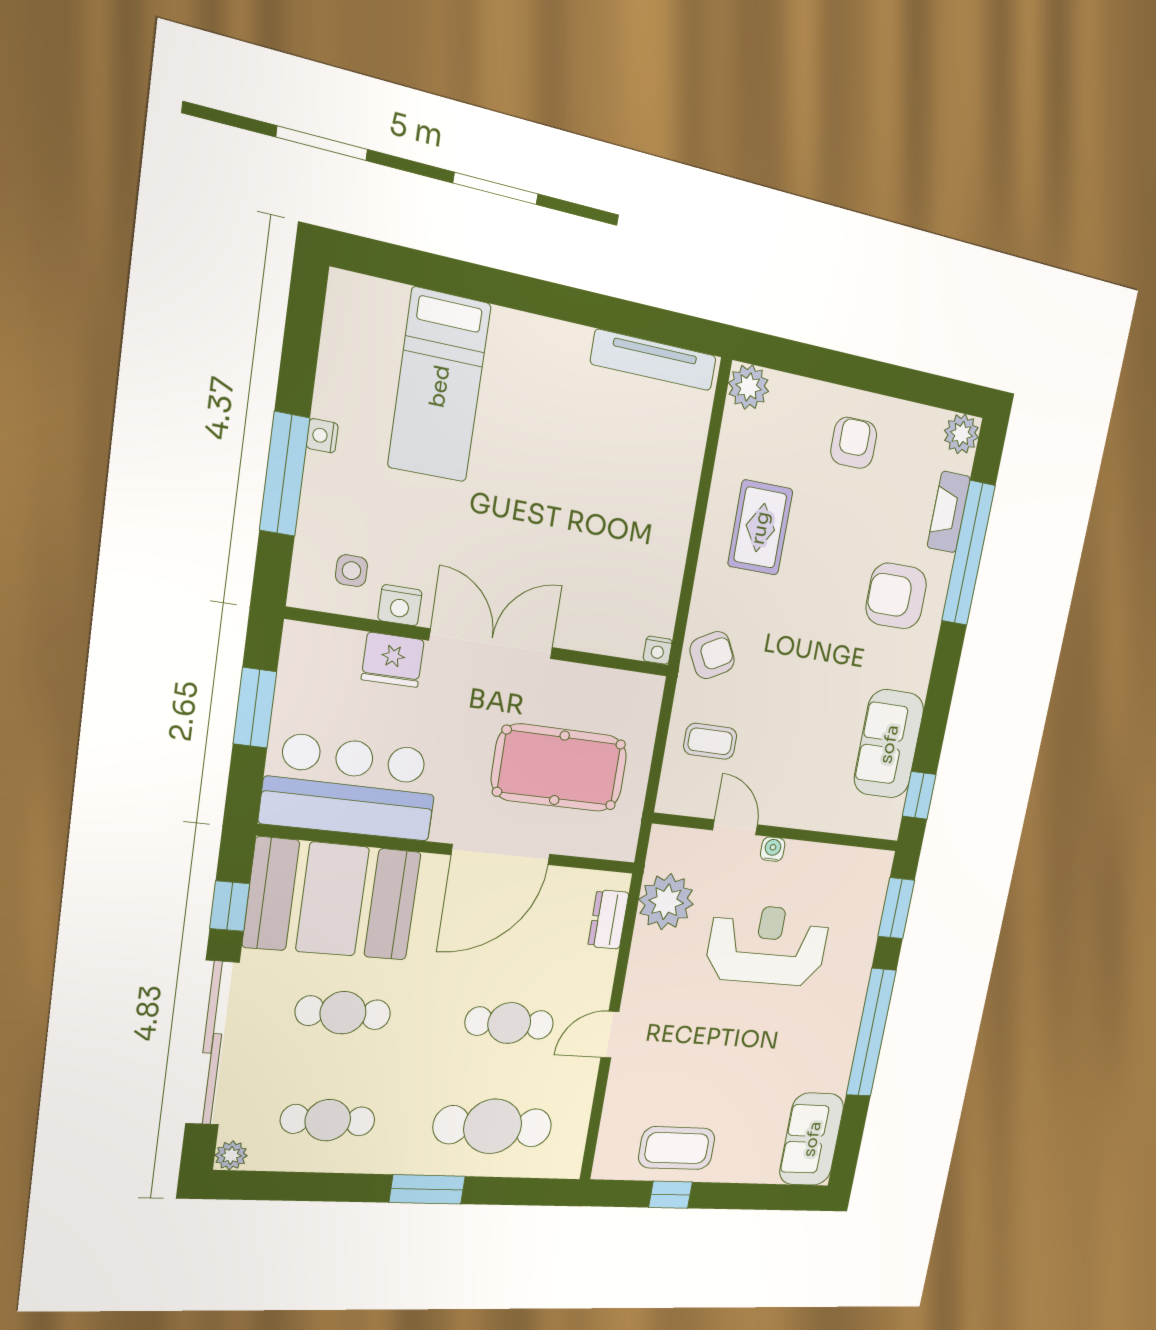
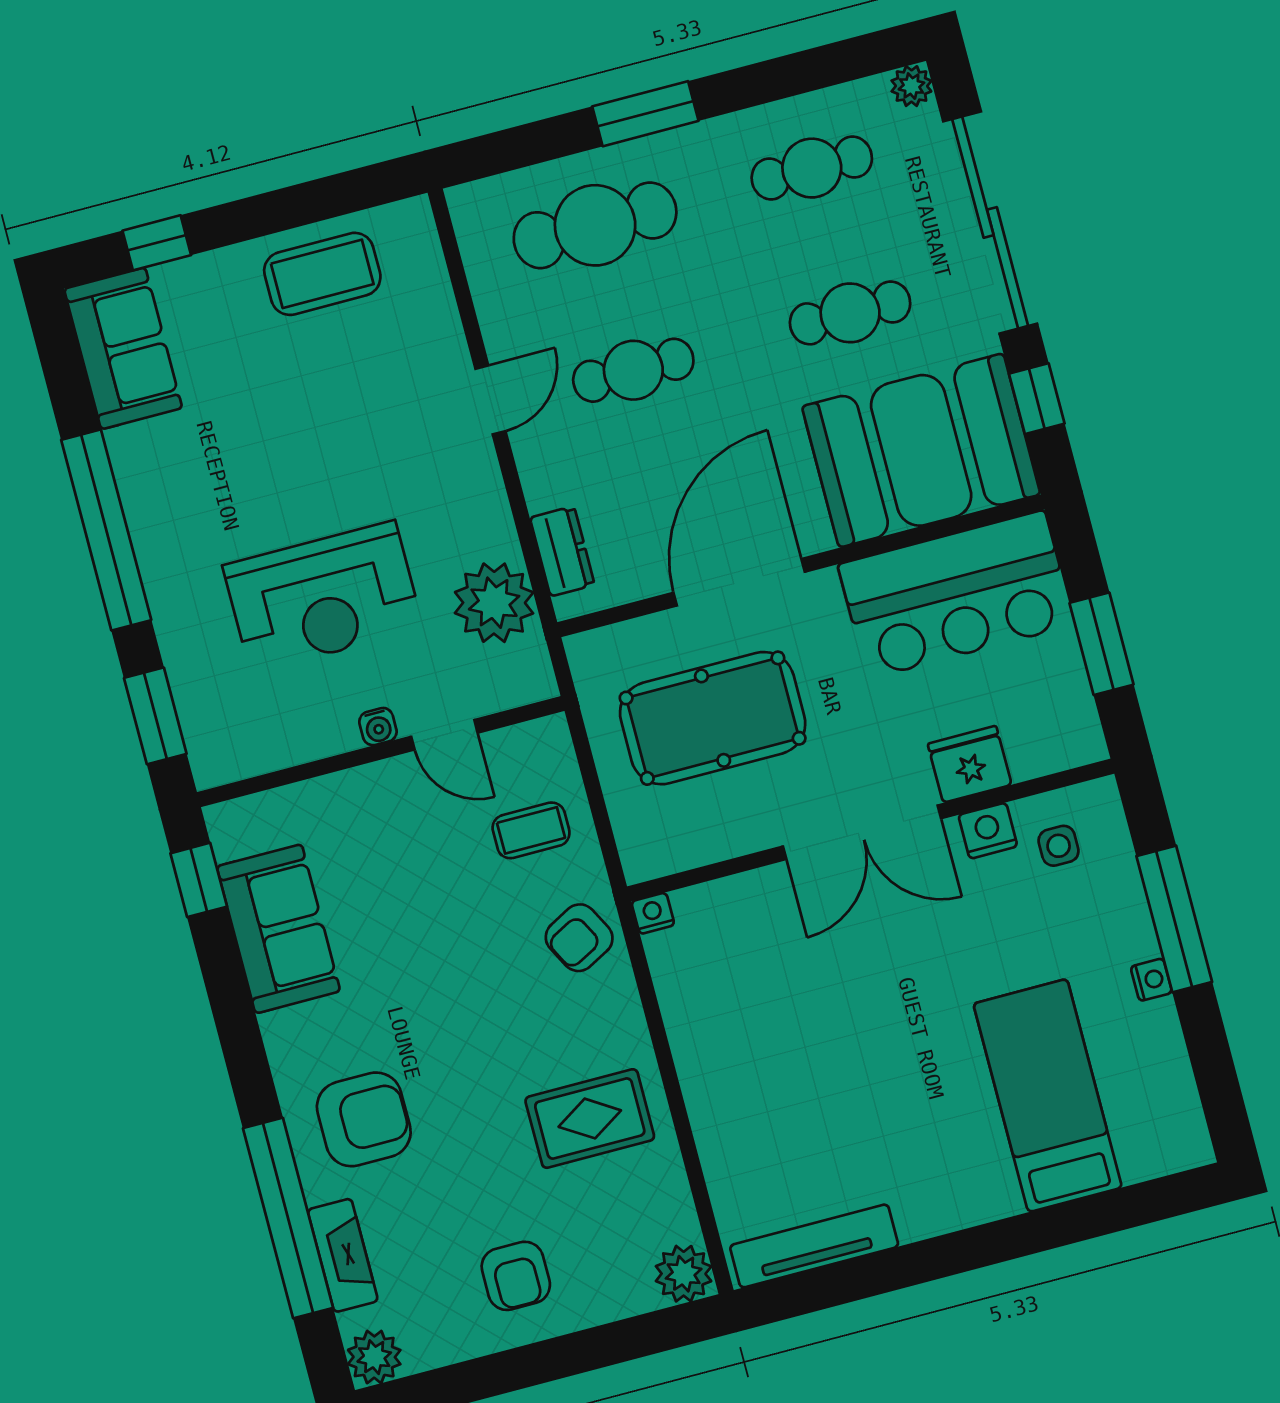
rug: (760, 528) -> (590, 1119), turned 90
window: (671, 1195) -> (157, 243), moved

